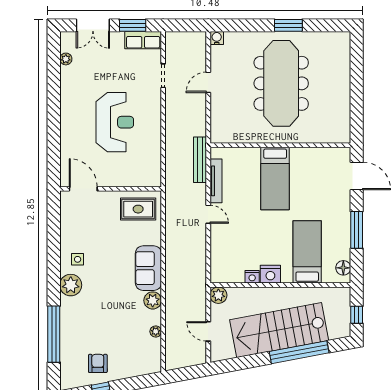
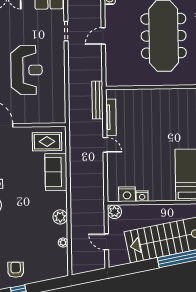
bed: (275, 179) -> (160, 115), removed
sofa: (148, 268) -> (56, 172), moved
nightstand: (270, 274) -> (127, 194), moved

